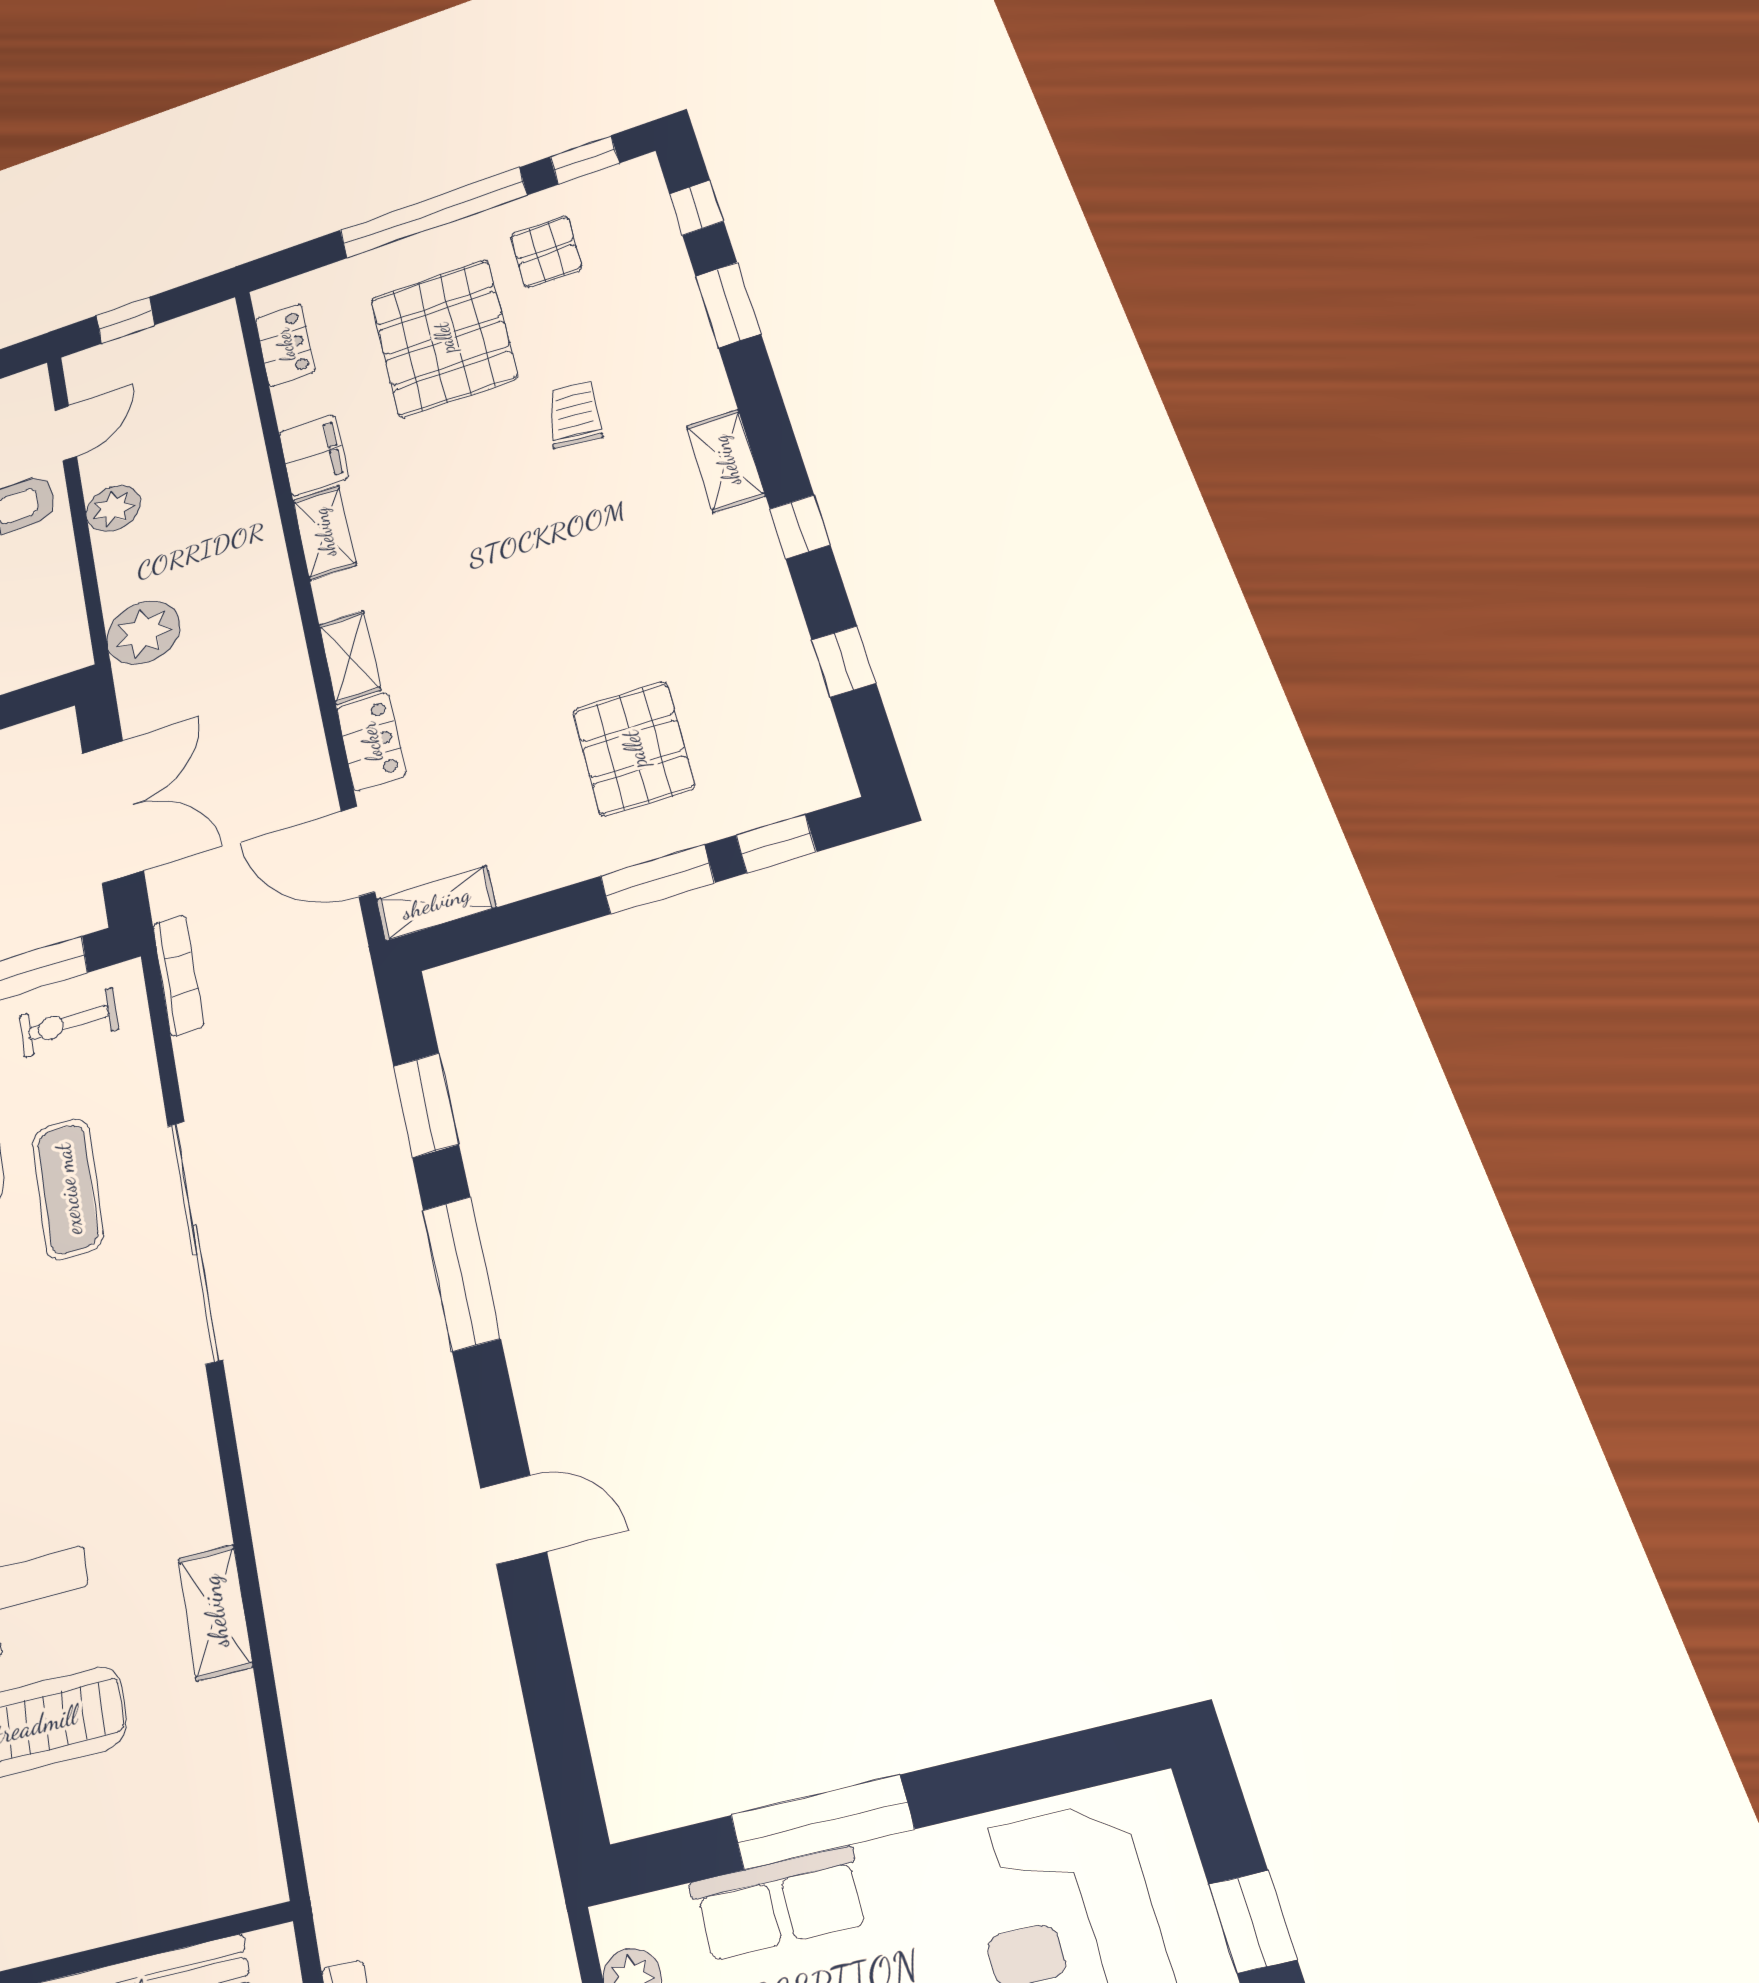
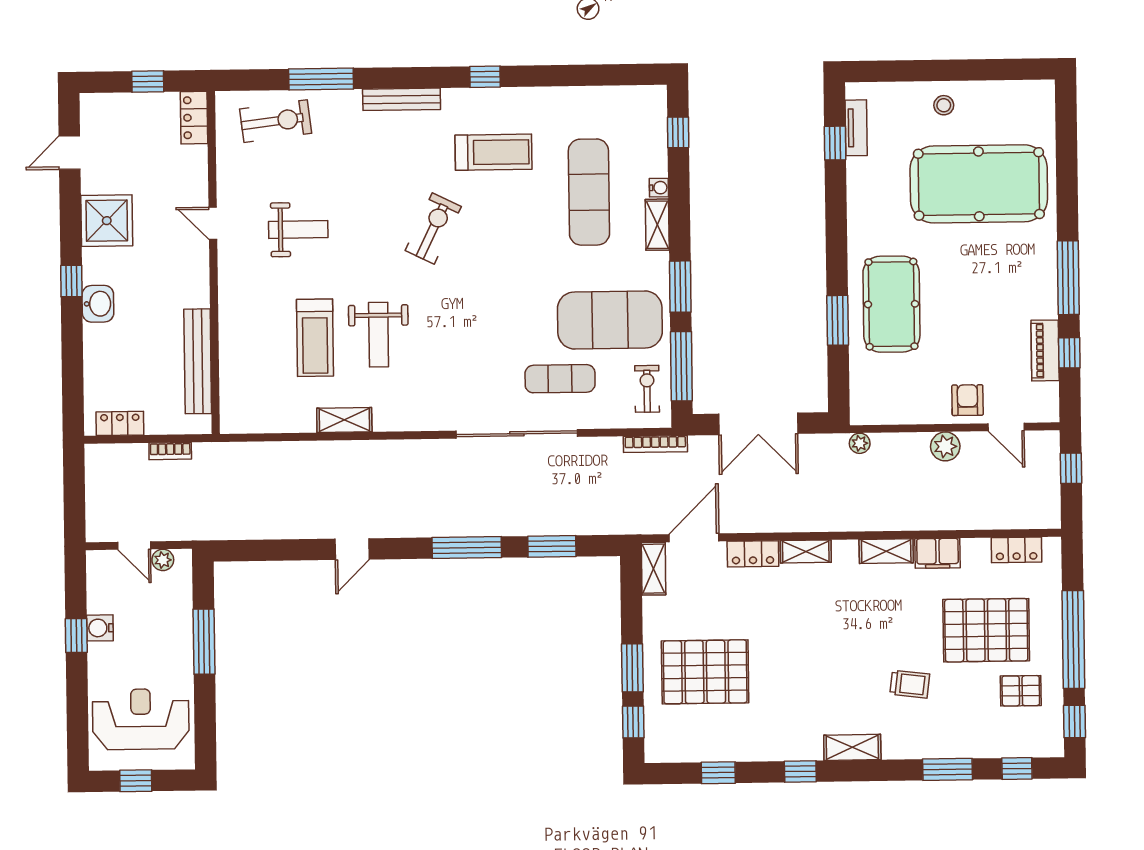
plant: (143, 633) -> (860, 443), width x0.53, depth x0.53
pallet: (634, 749) -> (705, 672), width x1.37, depth x1.41
row of seats: (779, 1903) -> (178, 619), removed

